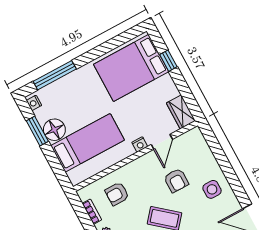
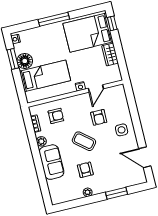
window: (168, 61) -> (112, 23), moved
window: (55, 75) -> (54, 19), moved
wardrobe: (181, 112) -> (110, 54), moved
armchair: (117, 194) -> (56, 116), turned 180

